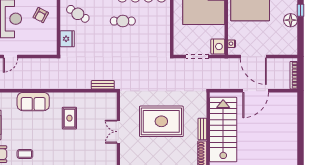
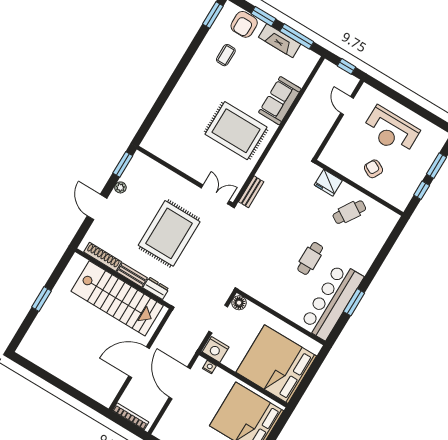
floor lamp: (179, 50) -> (239, 303), added
door: (253, 57) -> (180, 383), hinge flipped
door: (256, 91) -> (139, 362), hinge flipped
dresser: (202, 109) -> (156, 288), added
rug: (69, 118) -> (236, 131), width x1.86, depth x2.06
double door: (118, 132) -> (215, 194), moved

